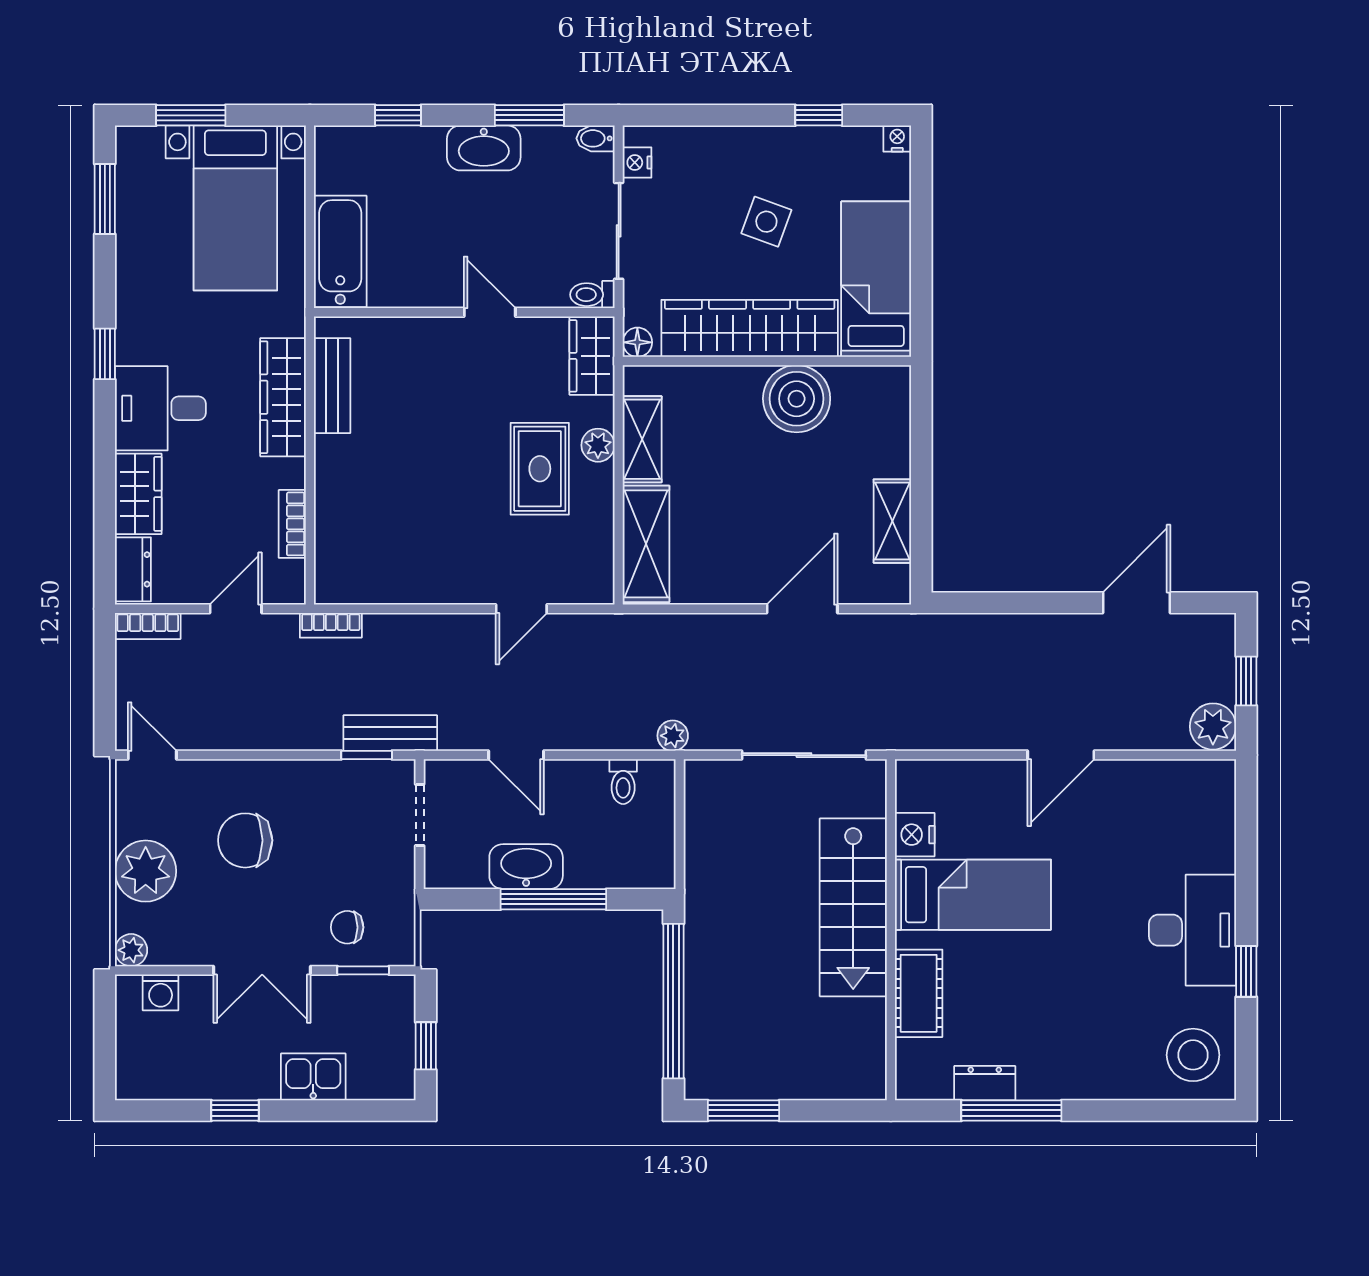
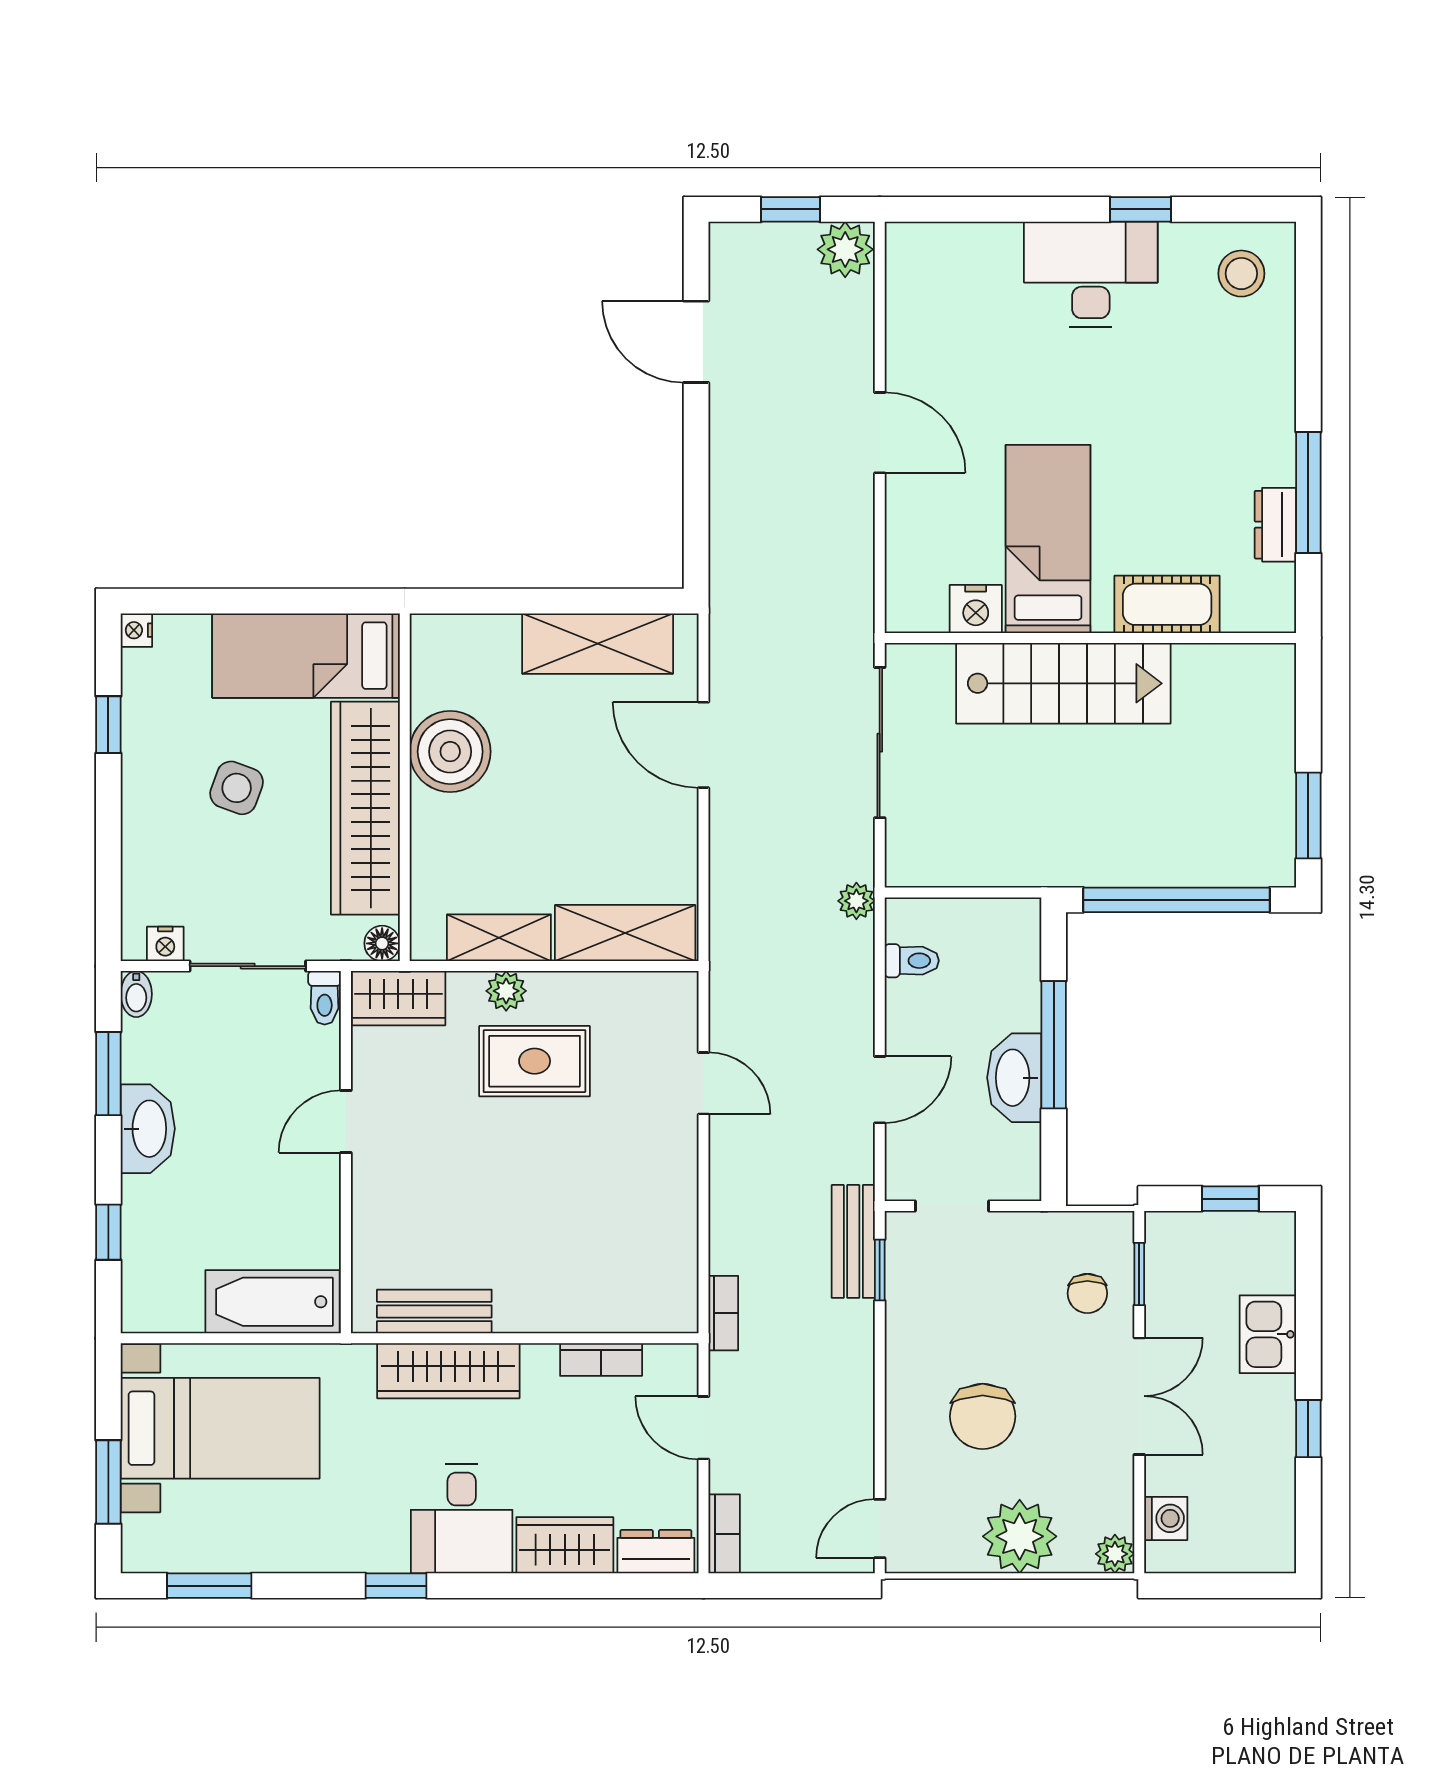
shelving: (892, 521) -> (598, 644), width x1.50, depth x1.33
stool: (1193, 1055) -> (1241, 274), width x0.73, depth x0.73

